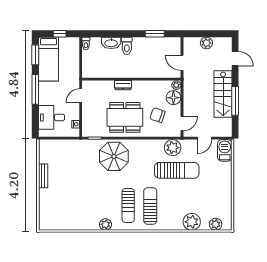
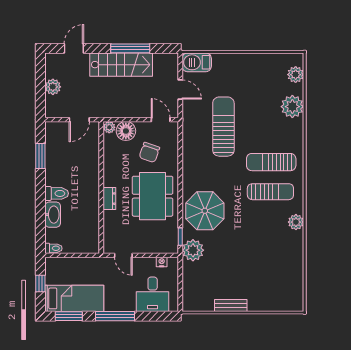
plant: (173, 148) -> (193, 250), moved

